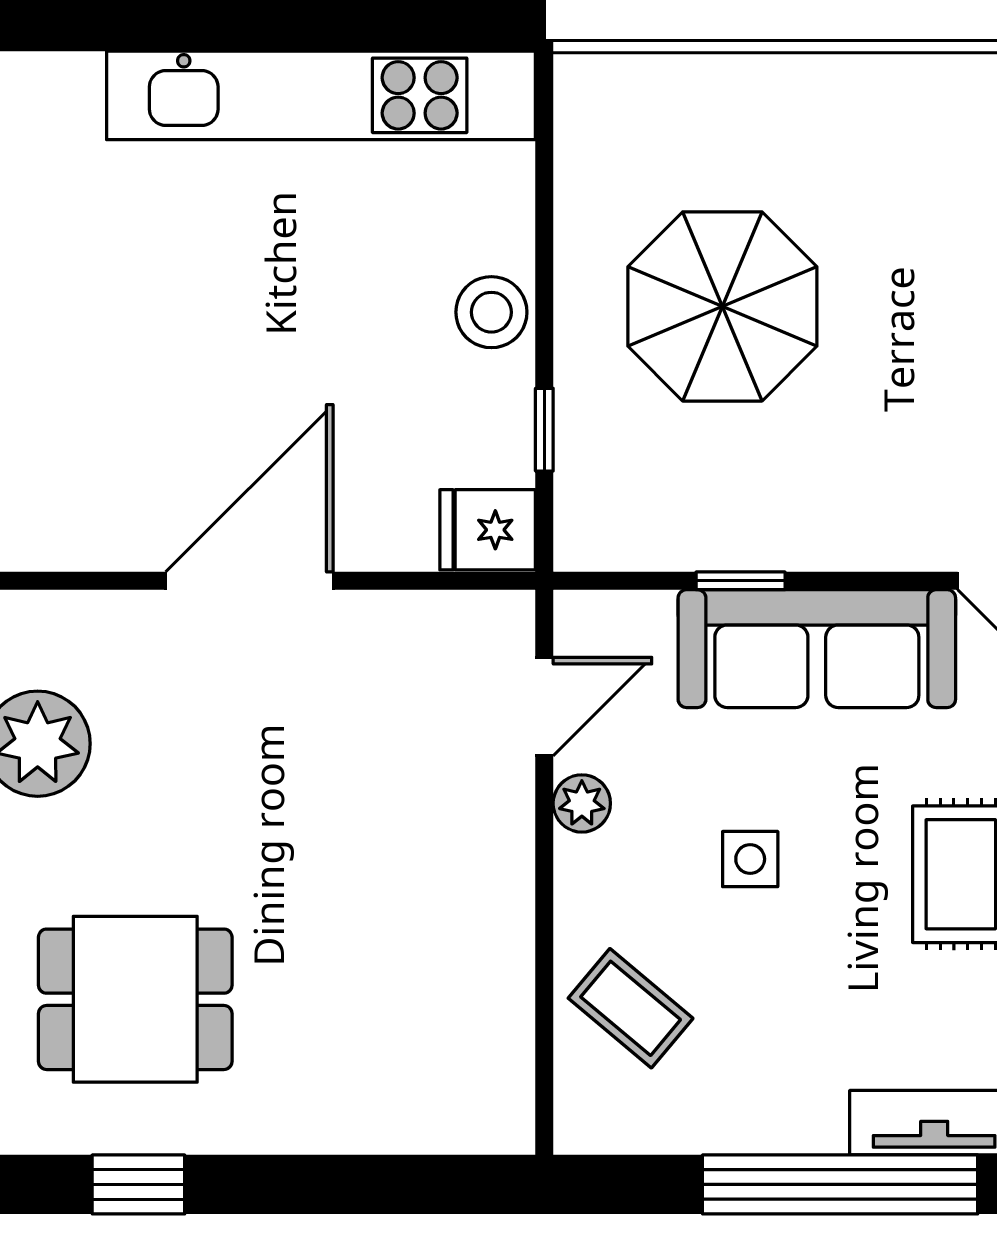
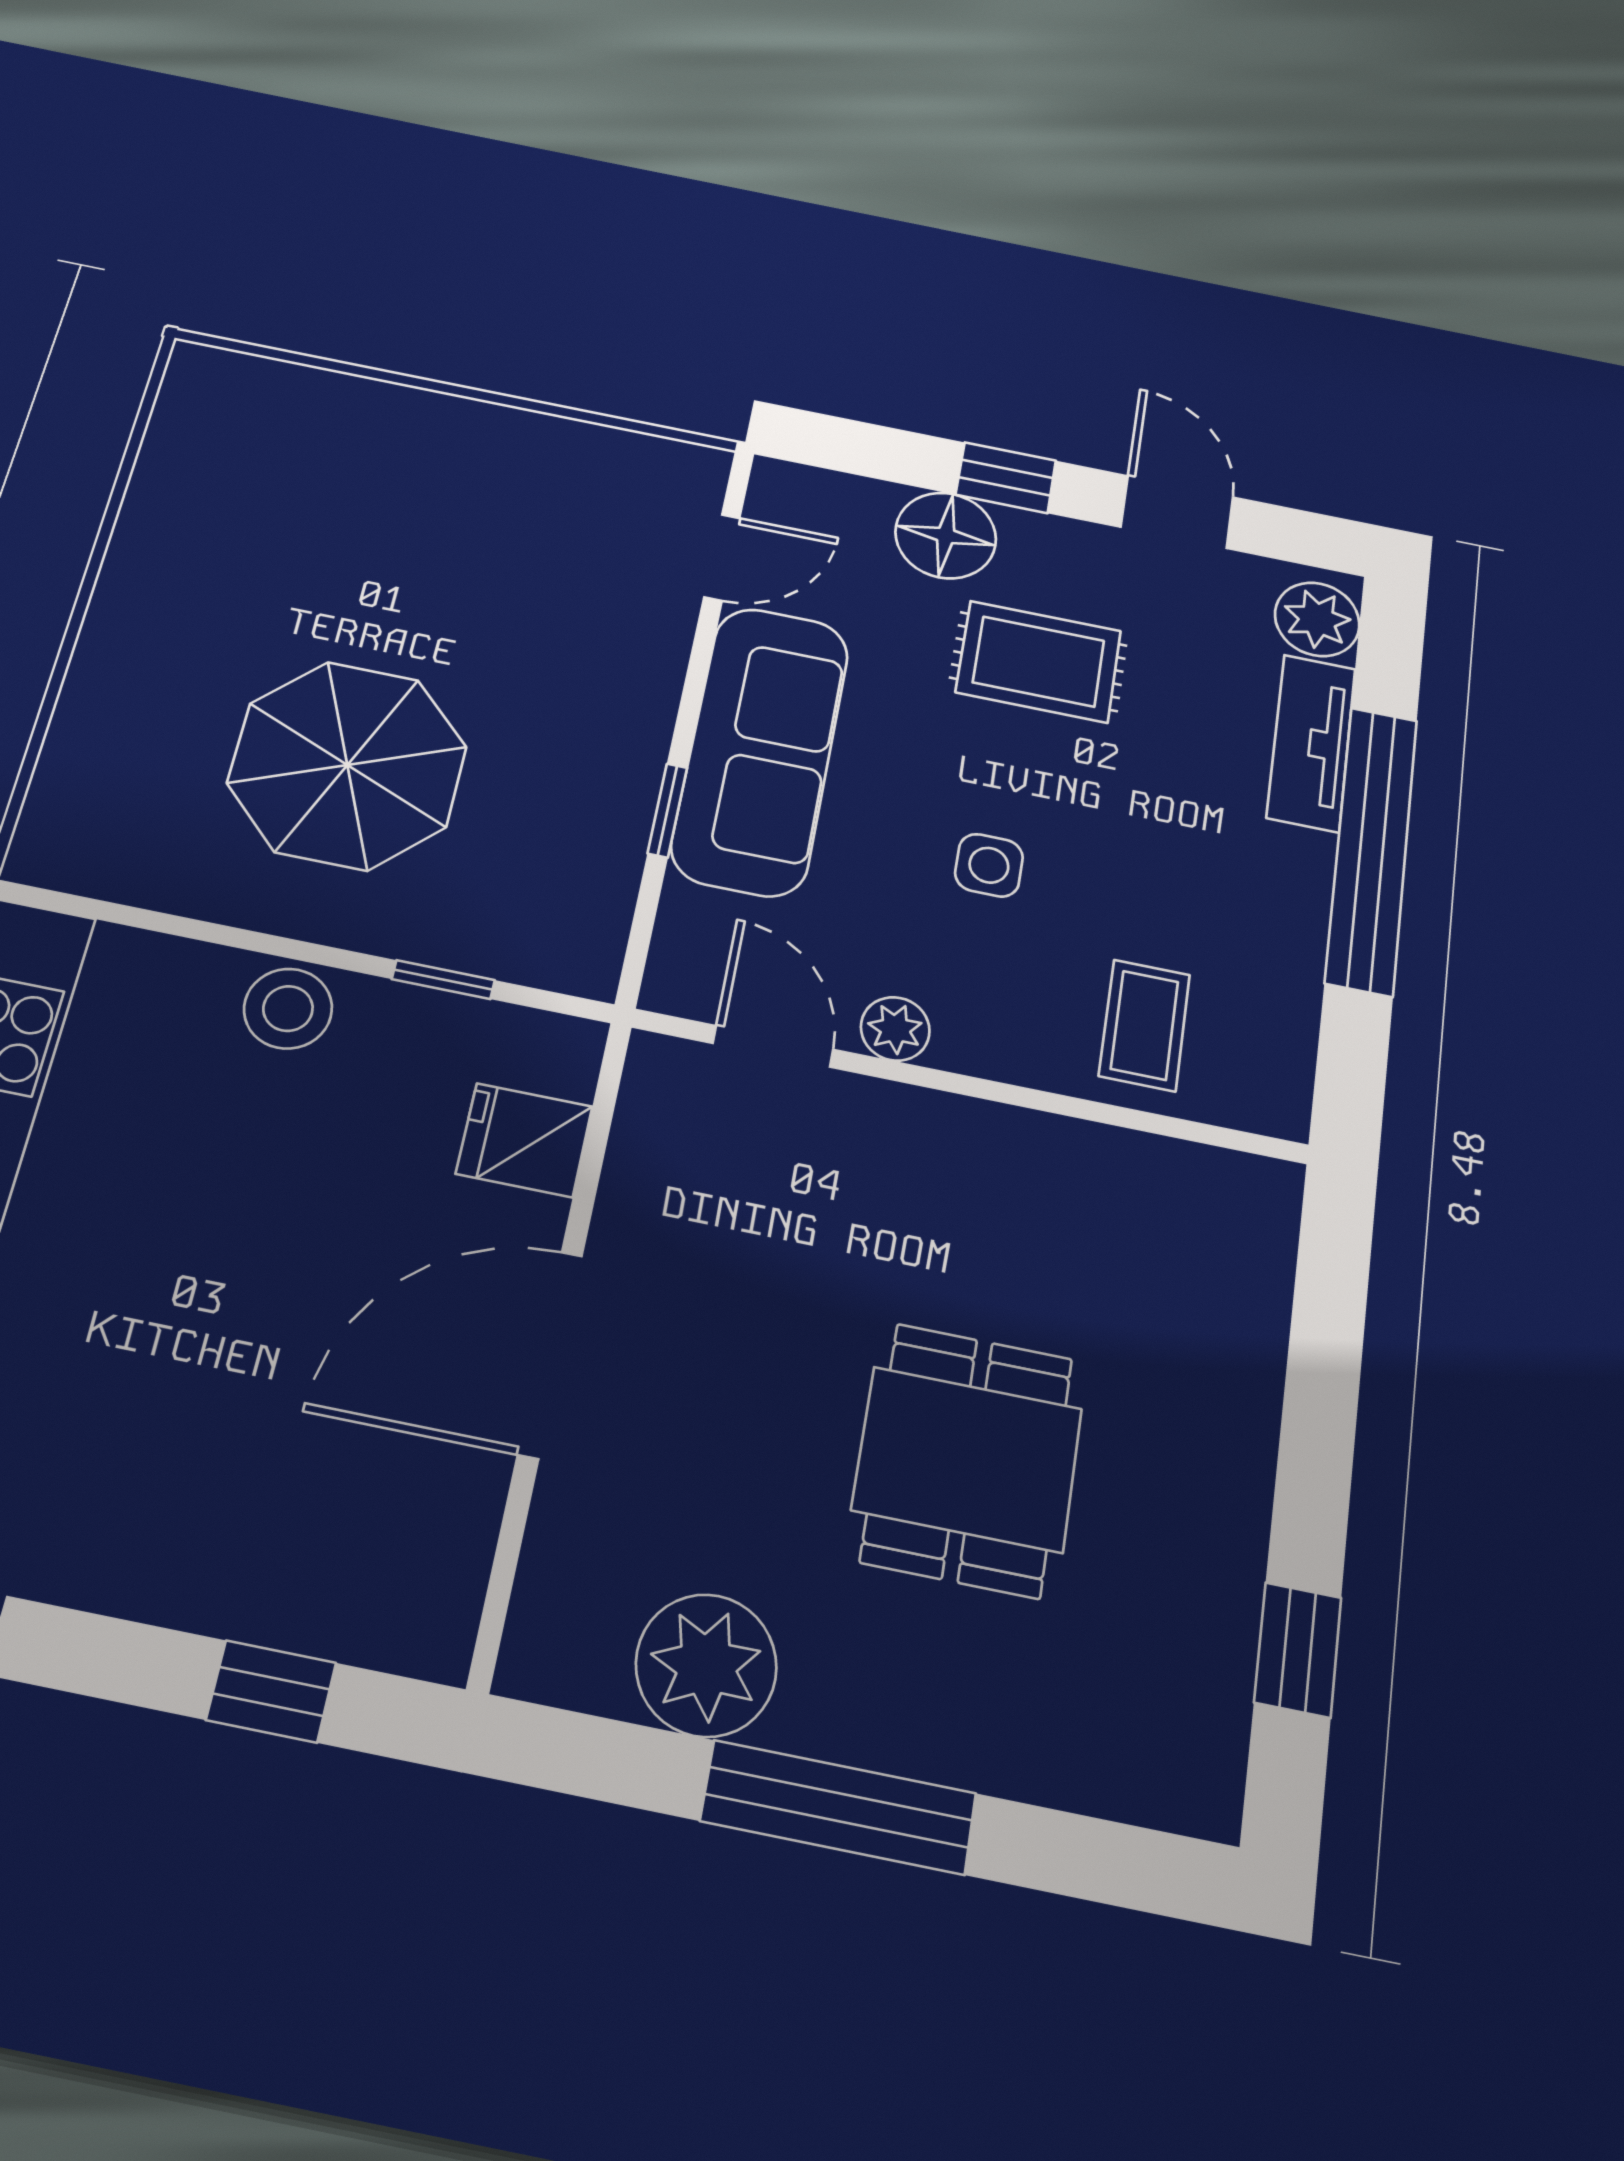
fridge: (488, 530) -> (524, 1140), moved, turned 90
door: (249, 581) -> (550, 1354), hinge flipped
dining table: (135, 999) -> (967, 1459), moved
coffee table: (631, 1008) -> (1145, 1025), turned -40

